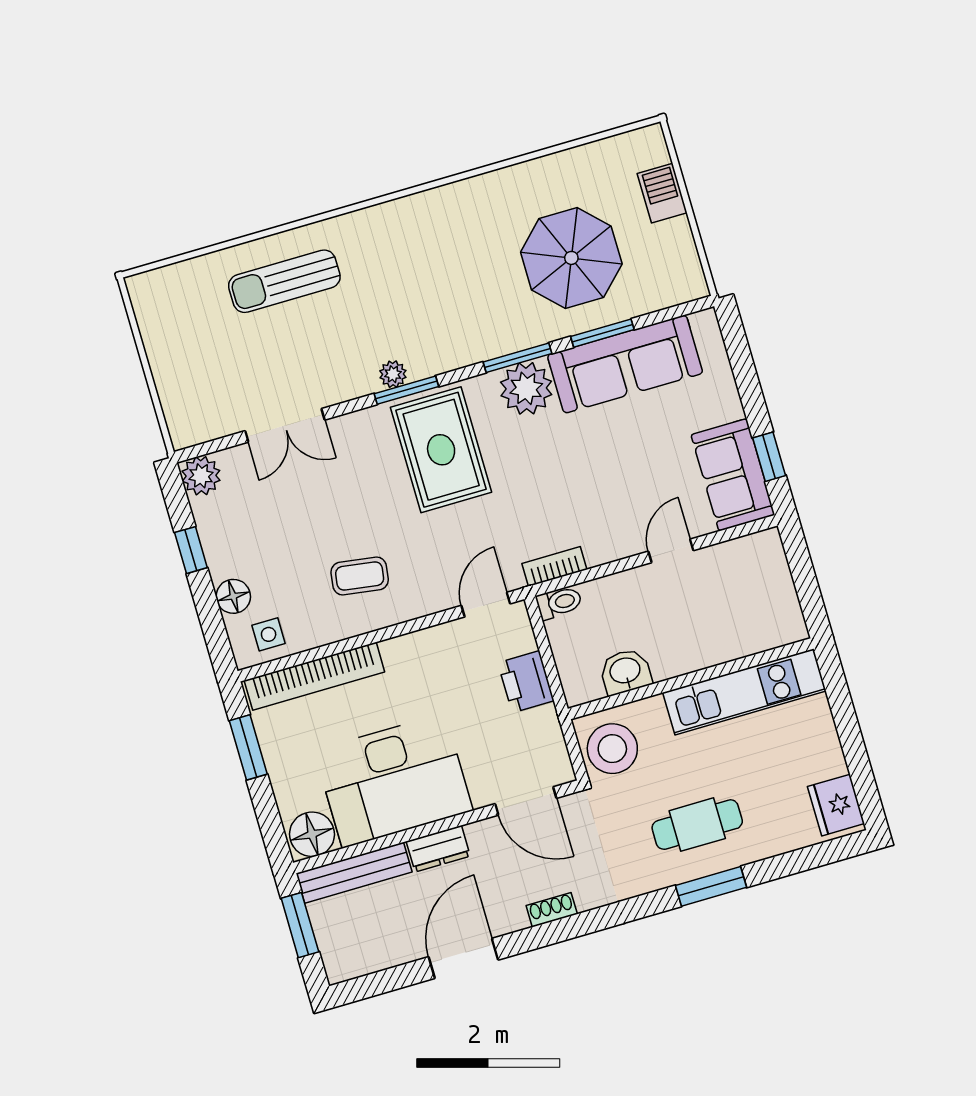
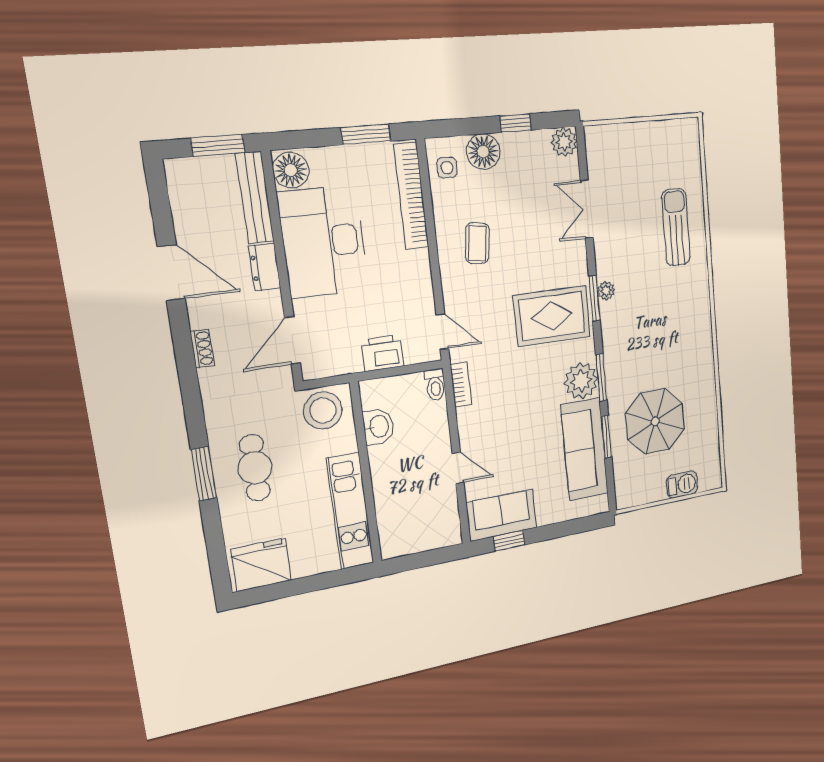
floor lamp: (233, 596) -> (483, 152), width x1.38, depth x1.38
fridge: (836, 805) -> (261, 565), width x1.36, depth x1.34

